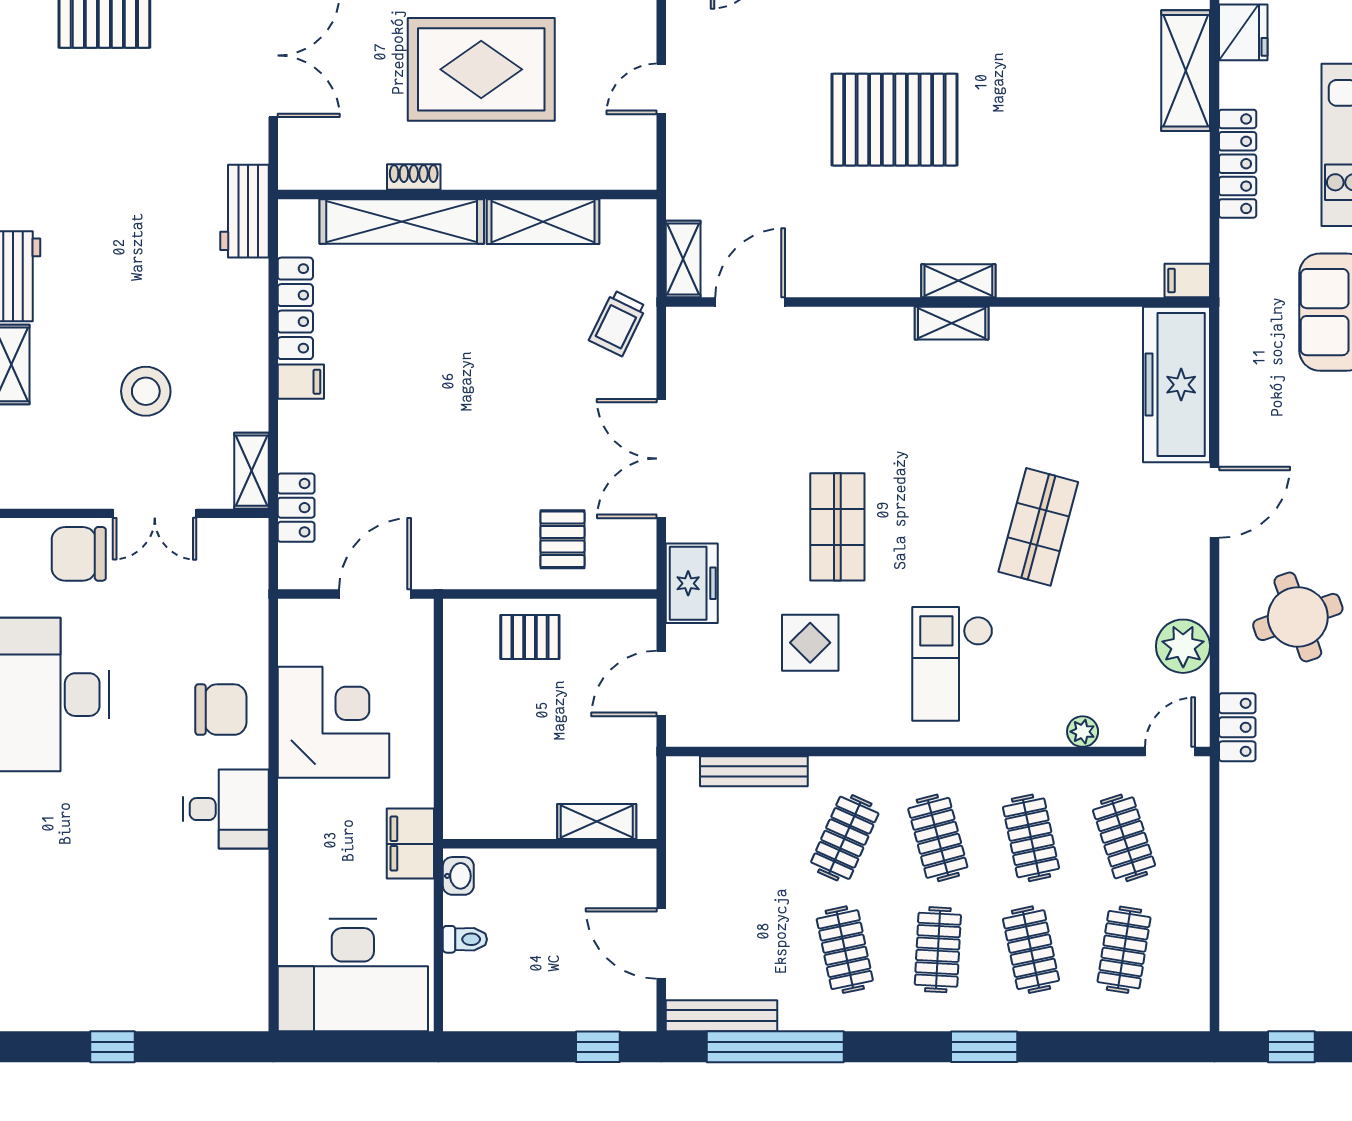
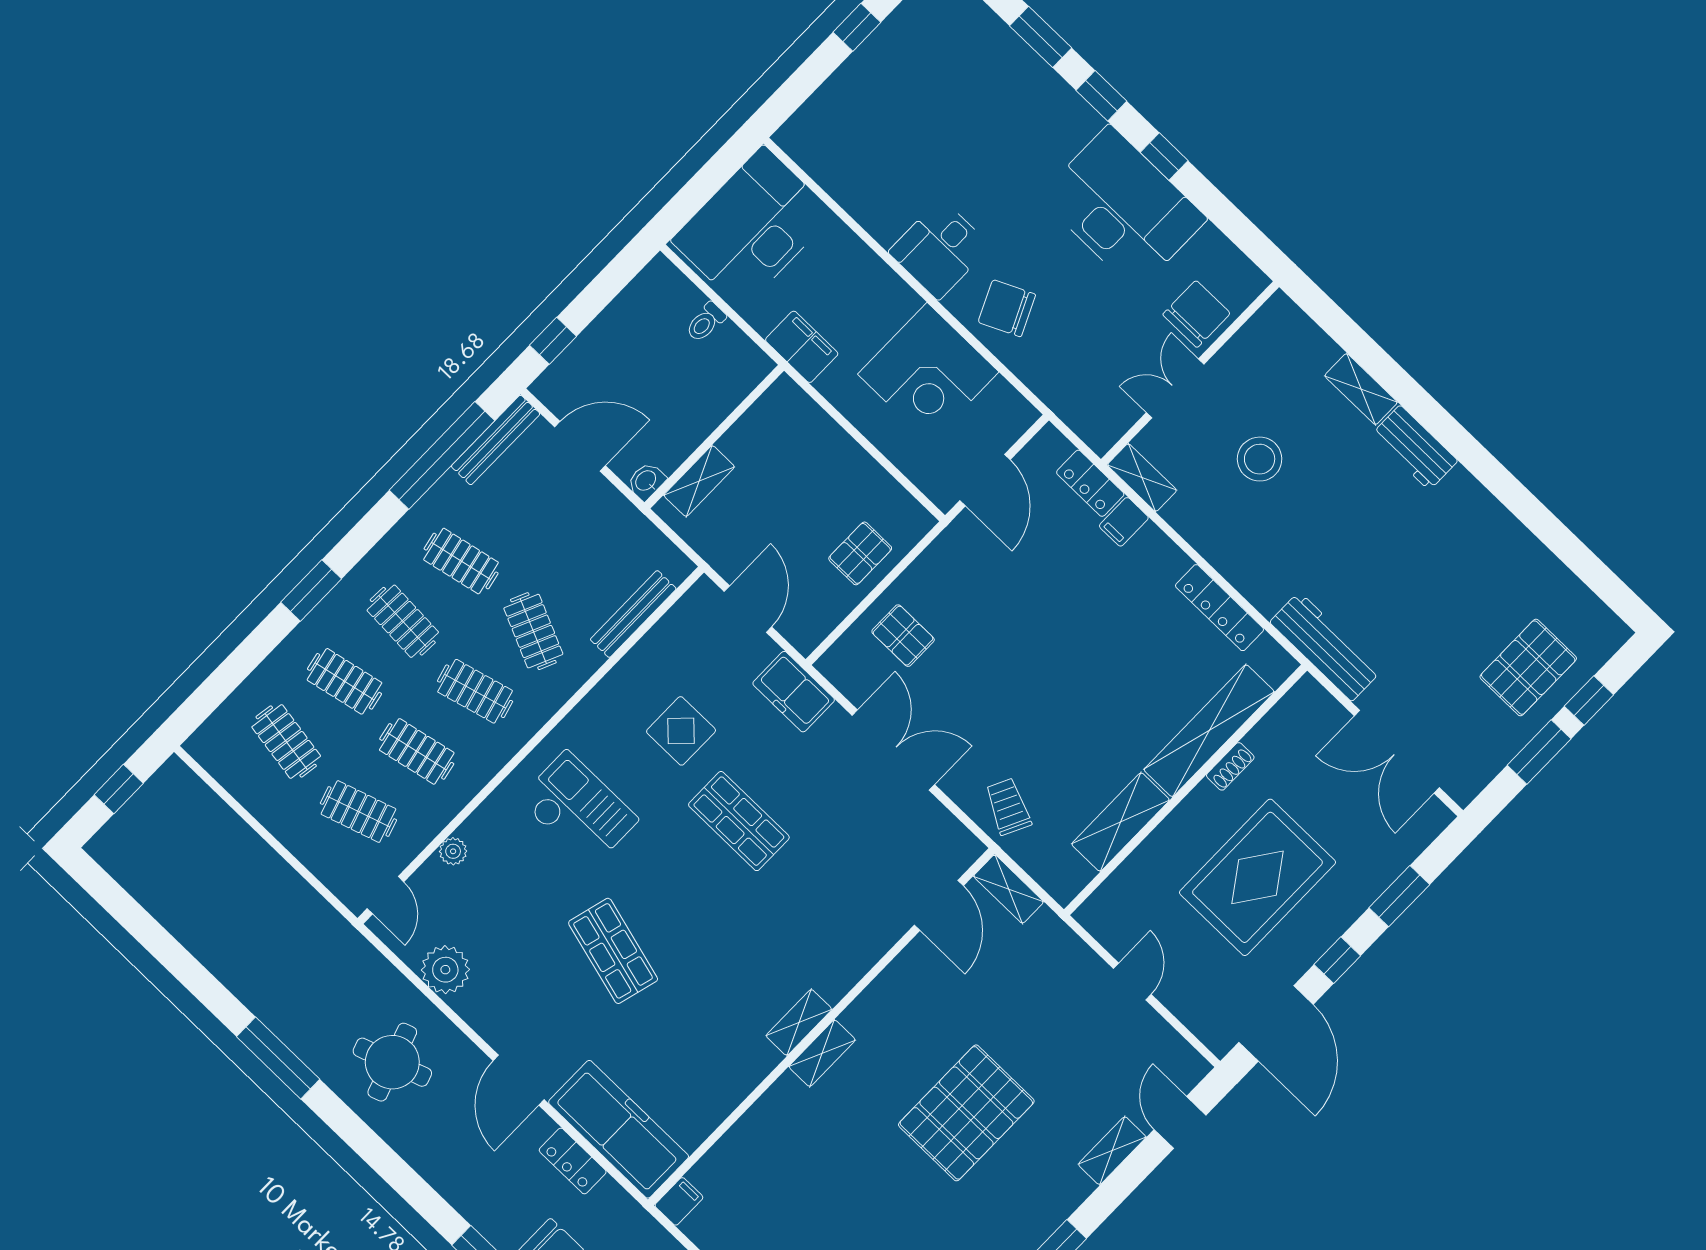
workbench: (245, 211) -> (1325, 647), width x1.38
filing cabinet: (301, 382) -> (1124, 522), moved
chair: (221, 710) -> (1007, 308), turned 65
locker: (1237, 727) -> (573, 1161), moved
washbasin: (458, 876) -> (646, 481), moved, turned 90

